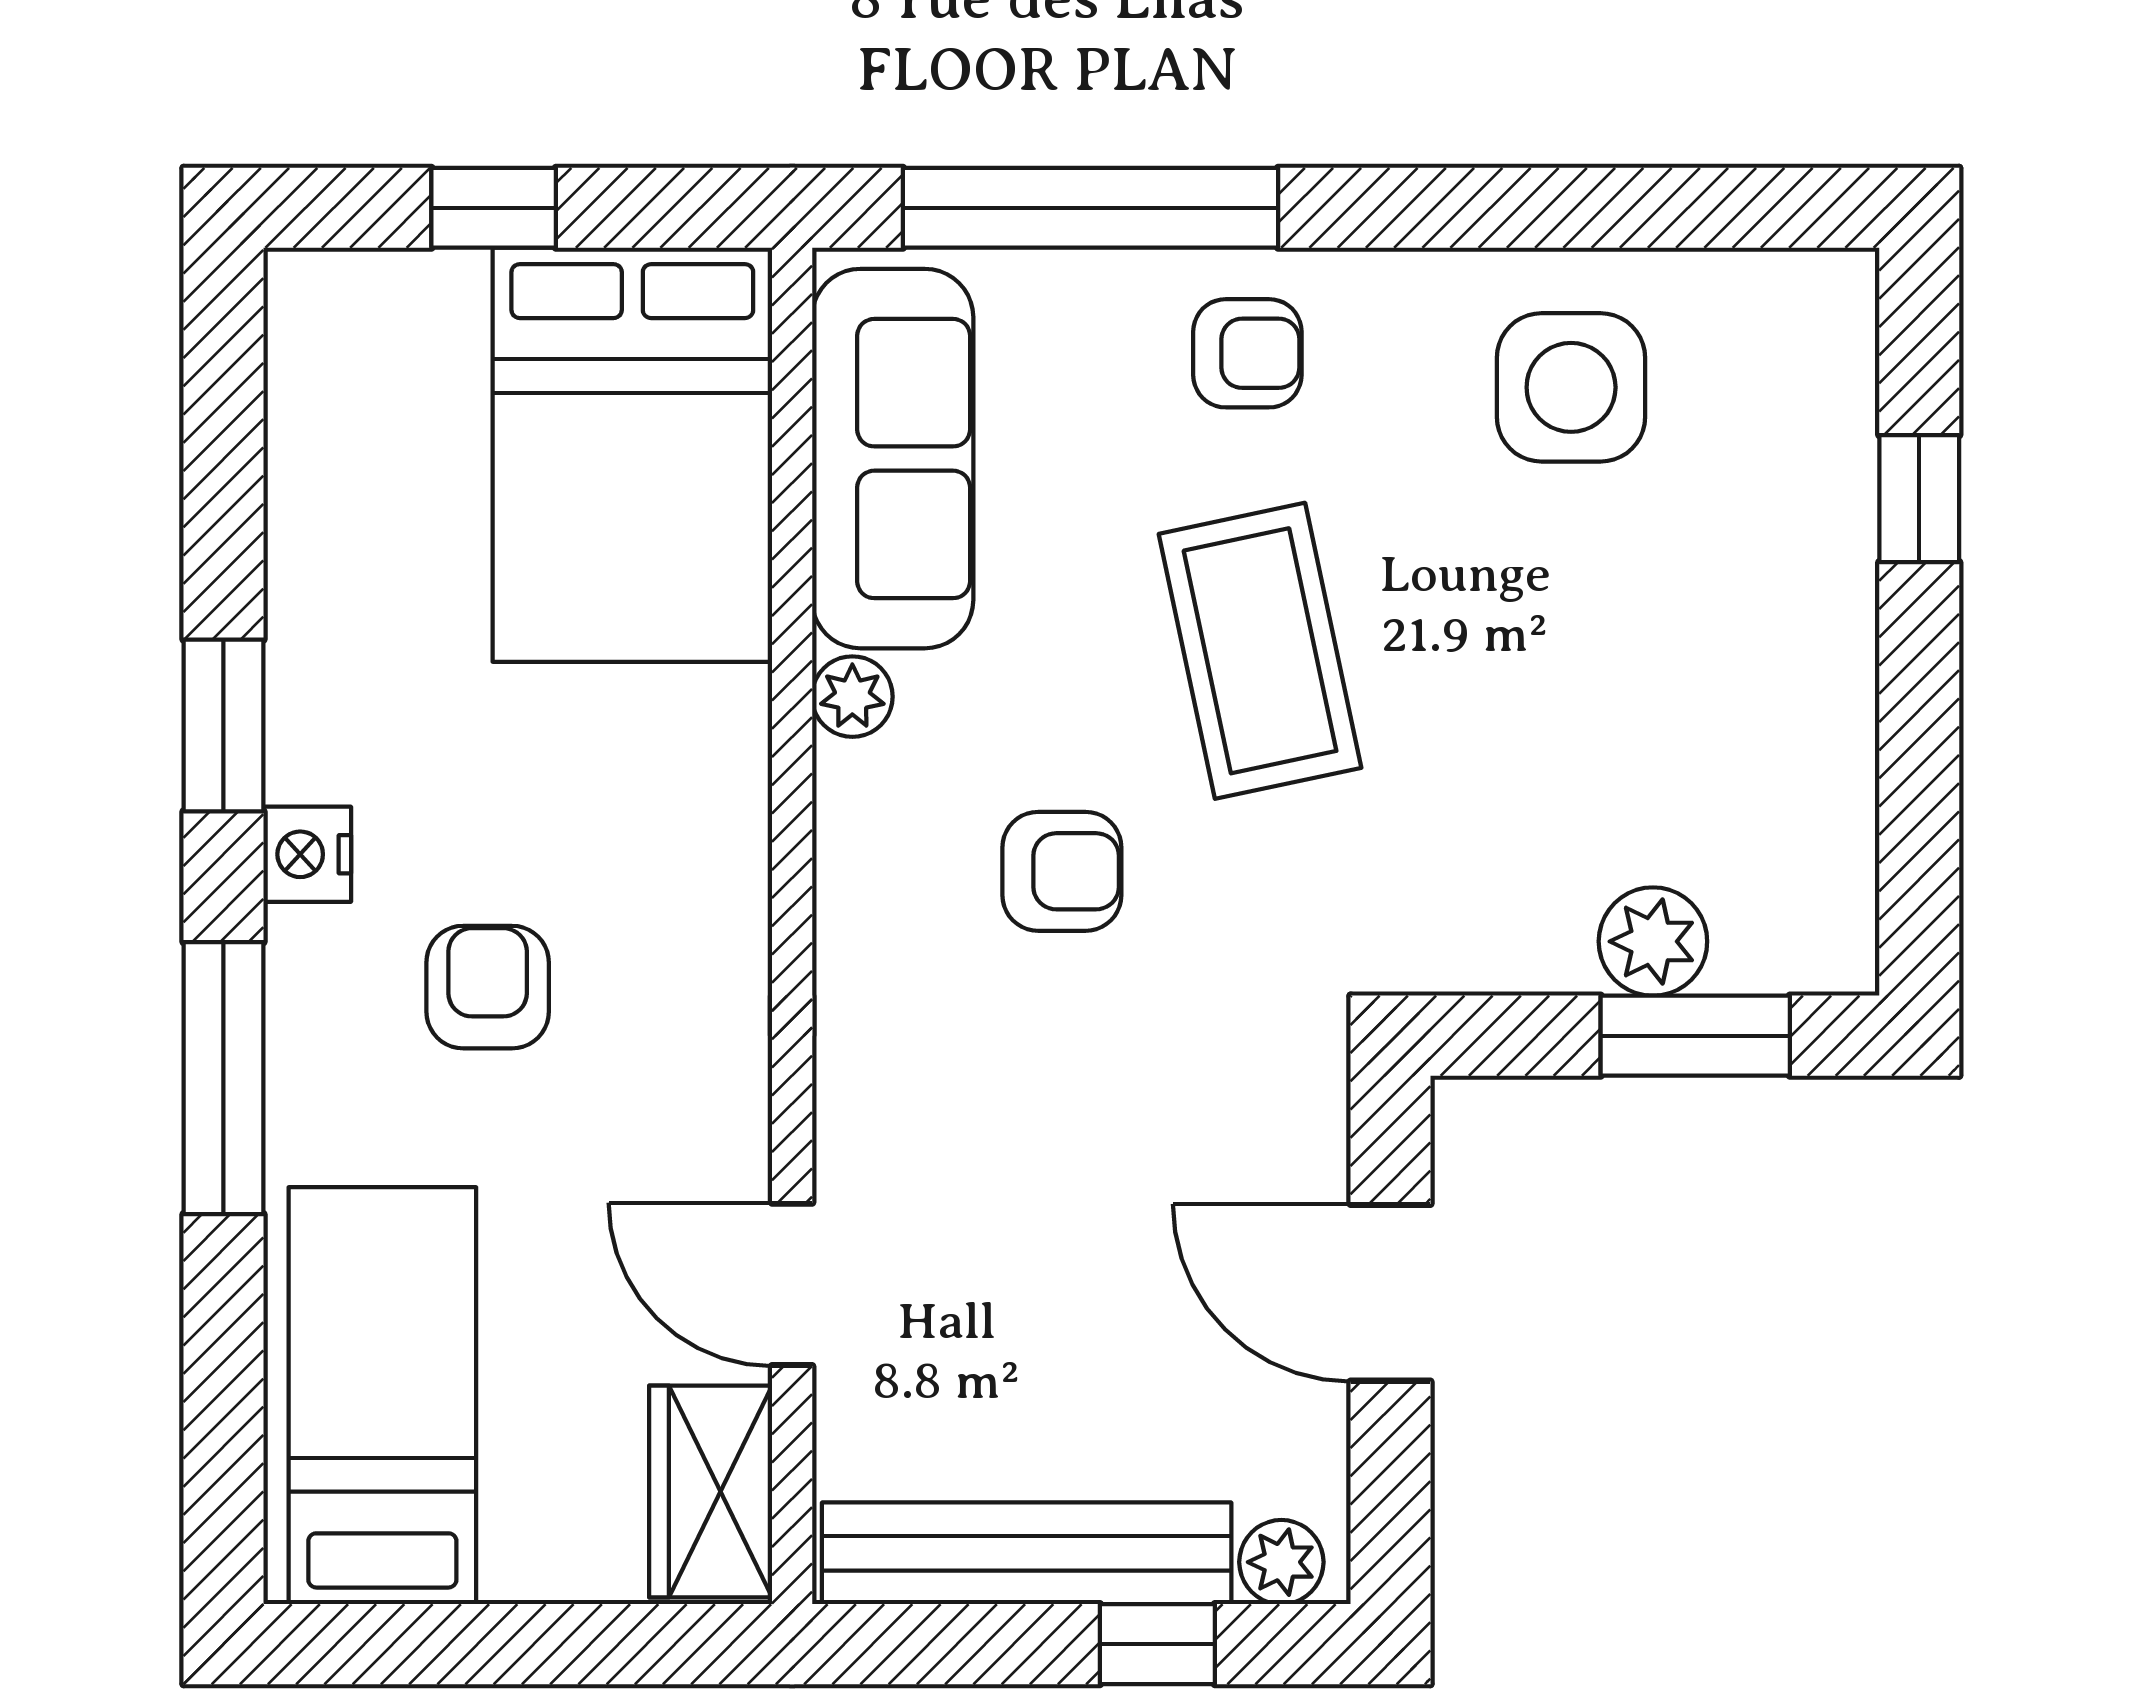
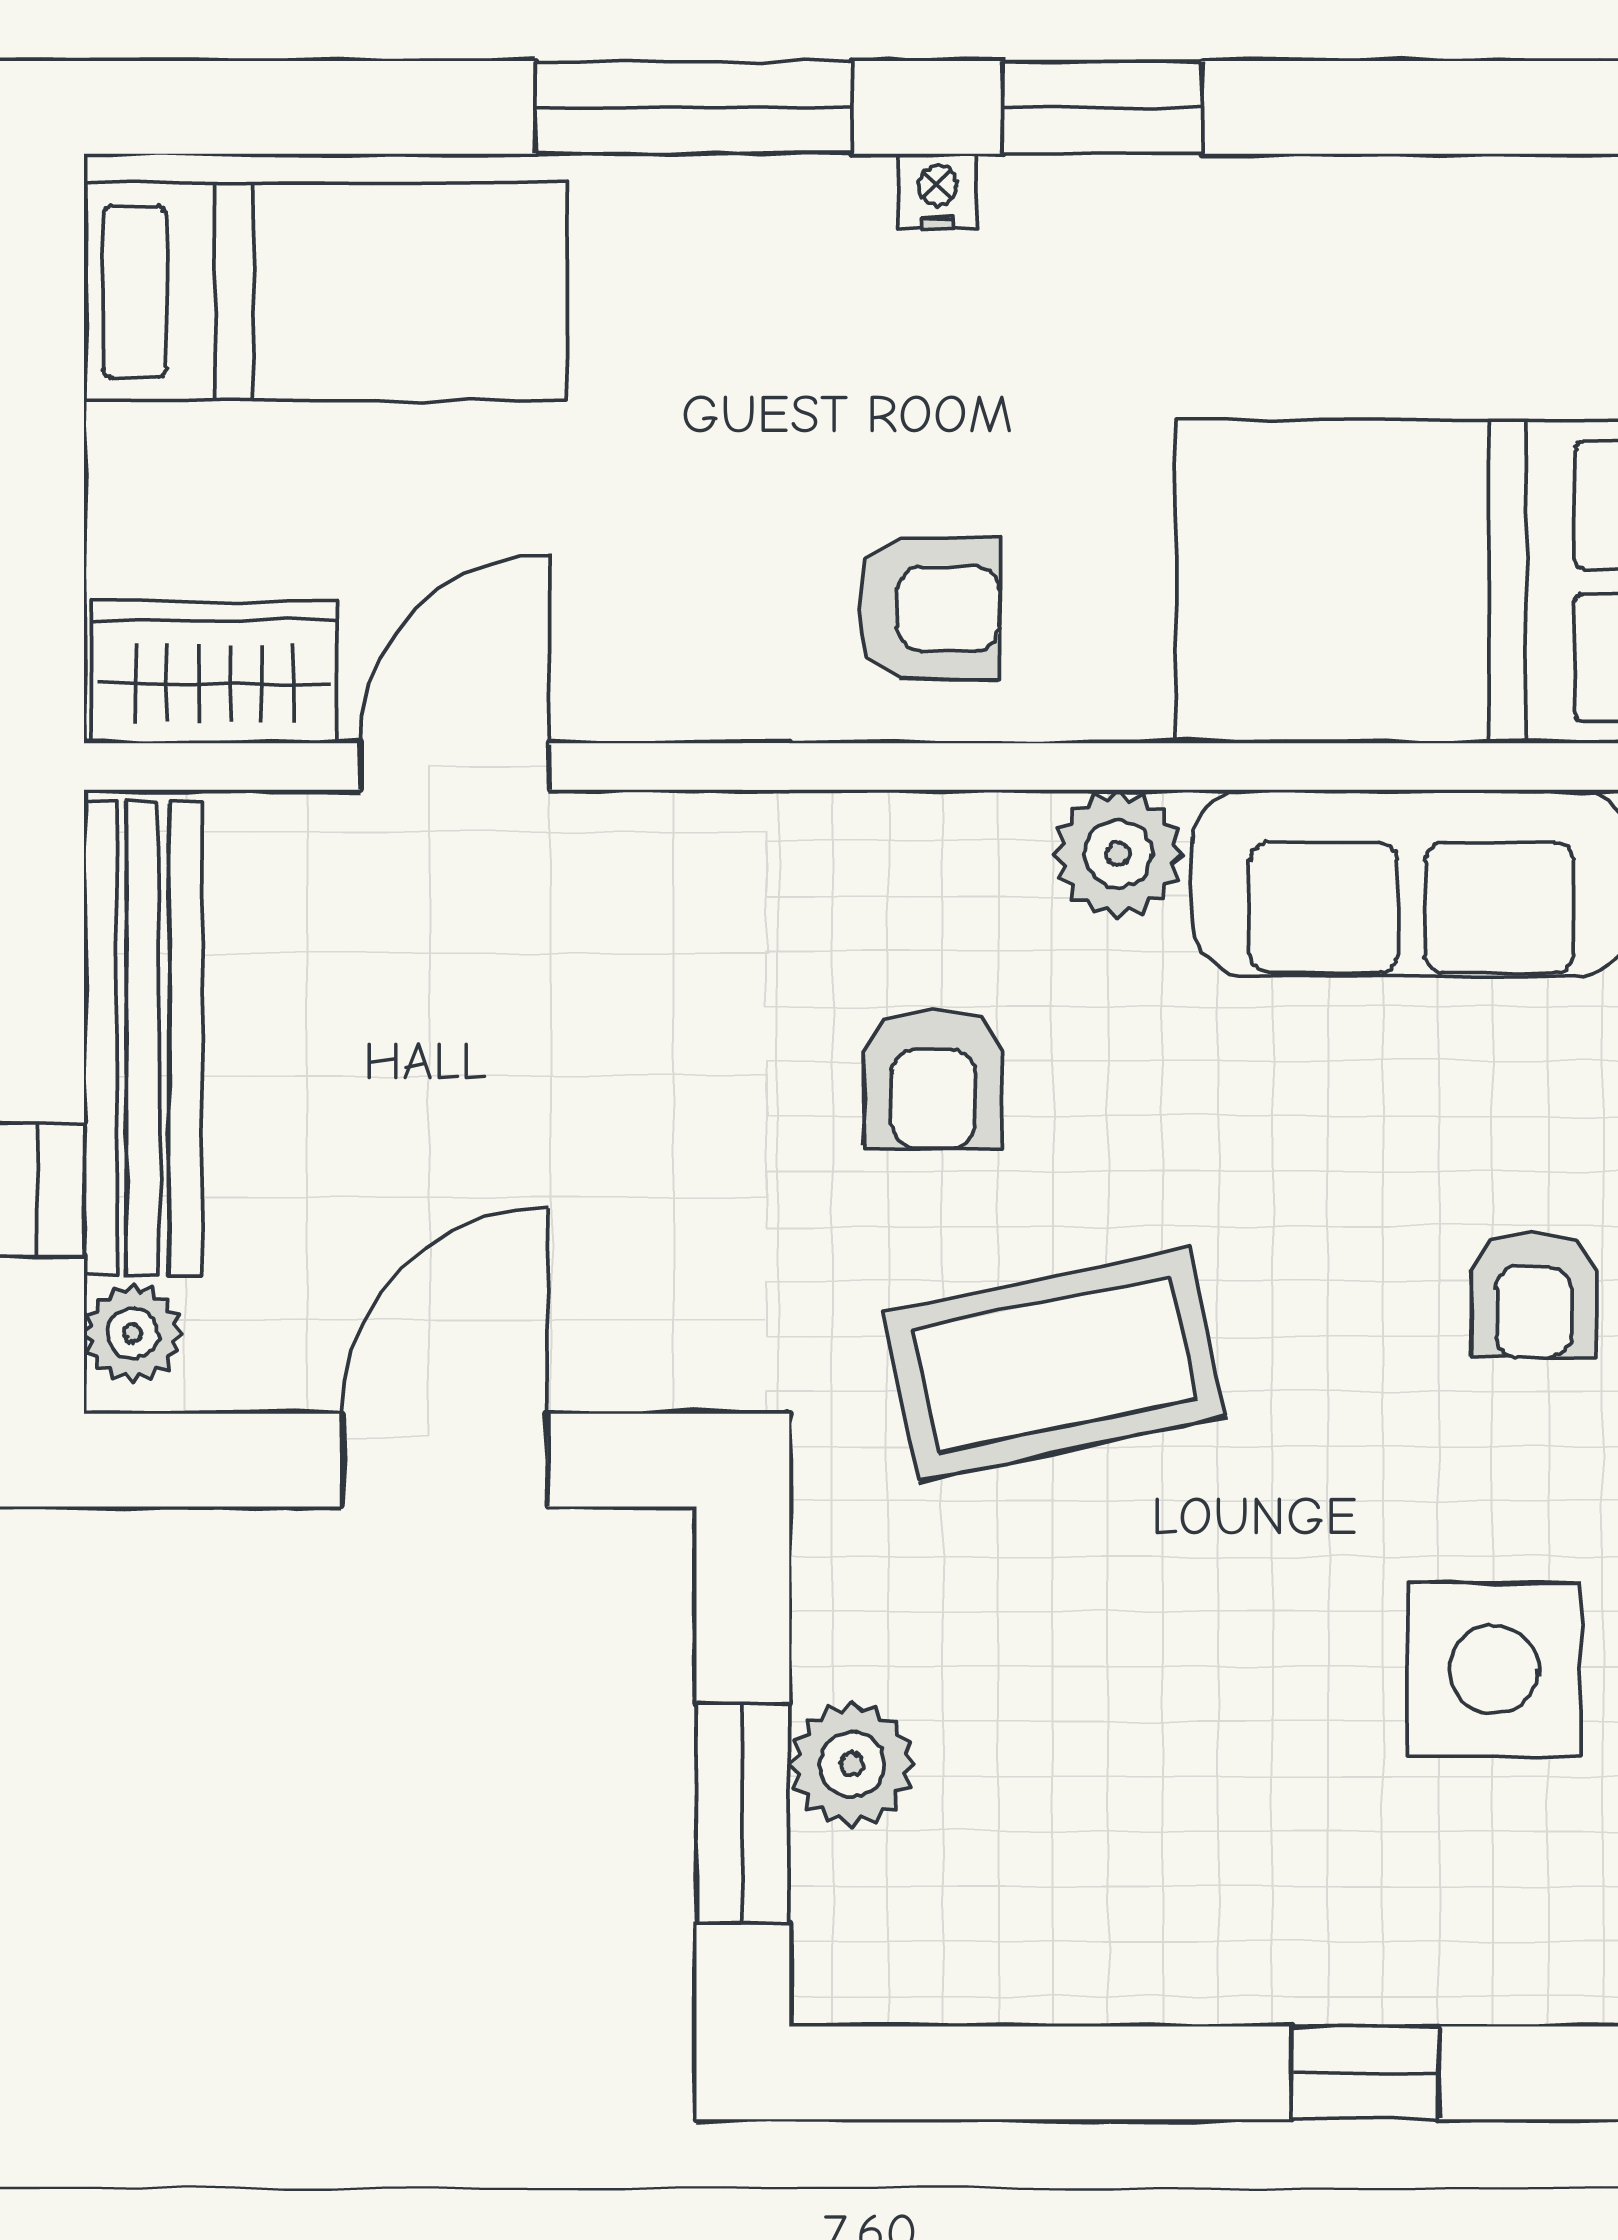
coffee table: (1260, 651) -> (1055, 1365), moved
plant: (852, 697) -> (1118, 854), width x1.38, depth x1.38
nightstand: (307, 854) -> (938, 191), width x0.72, depth x0.74
armchair: (488, 987) -> (929, 609), moved

